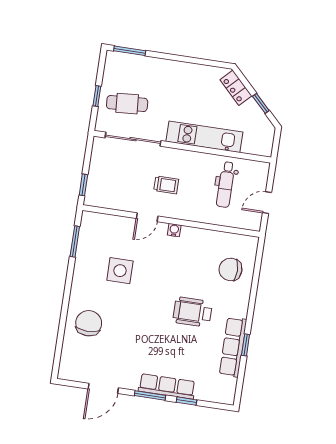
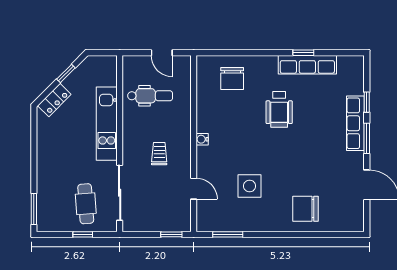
door: (147, 217) -> (194, 189), moved

